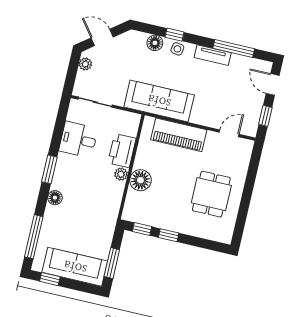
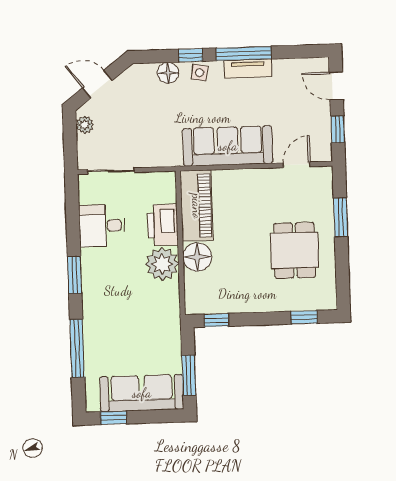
window: (234, 48) -> (244, 53), moved
sofa: (159, 101) -> (228, 146), moved
piano: (179, 135) -> (197, 206), moved, turned -90
plant: (121, 174) -> (162, 264), width x1.87, depth x1.87
window: (251, 179) -> (341, 218), added
floor lamp: (55, 198) -> (92, 310), removed
window: (169, 235) -> (304, 317), moved
window: (34, 237) -> (77, 348), moved

